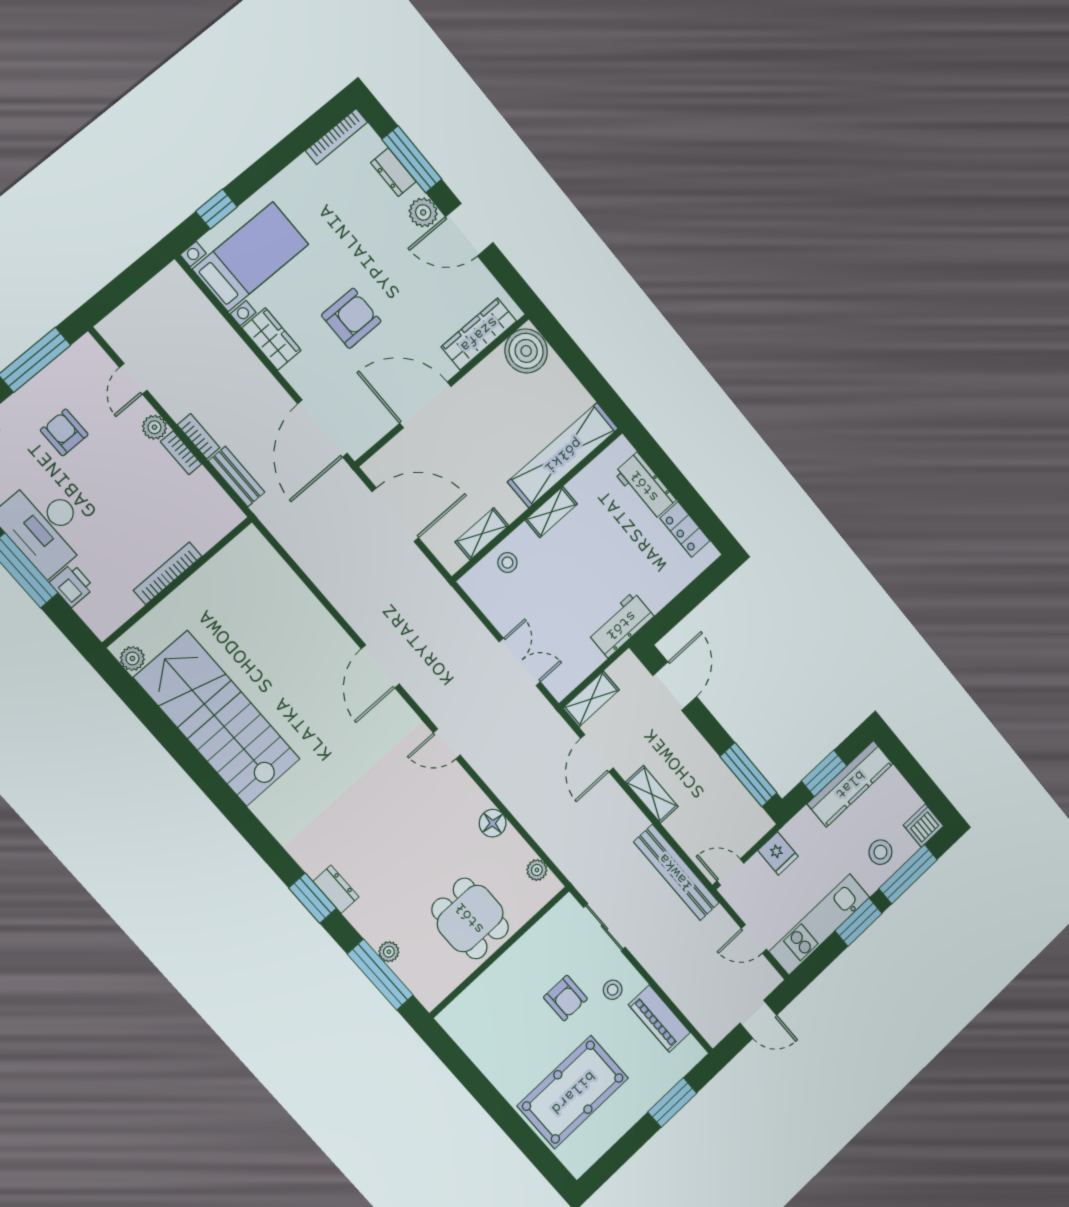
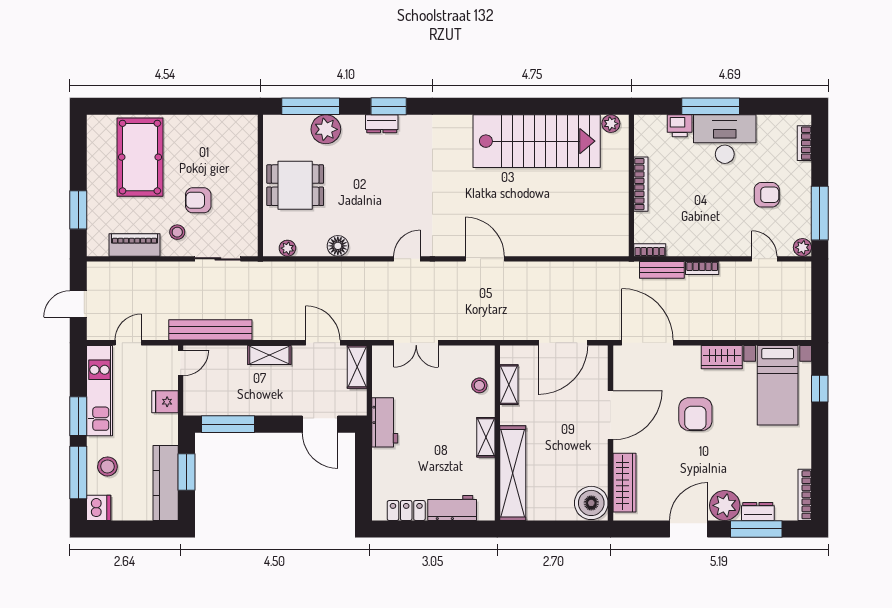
plant: (423, 212) -> (725, 505), width x1.36, depth x1.36
plant: (154, 427) -> (802, 247), moved
bookcase: (181, 453) -> (650, 250), moved
plant: (389, 952) -> (326, 129), width x1.88, depth x1.88

